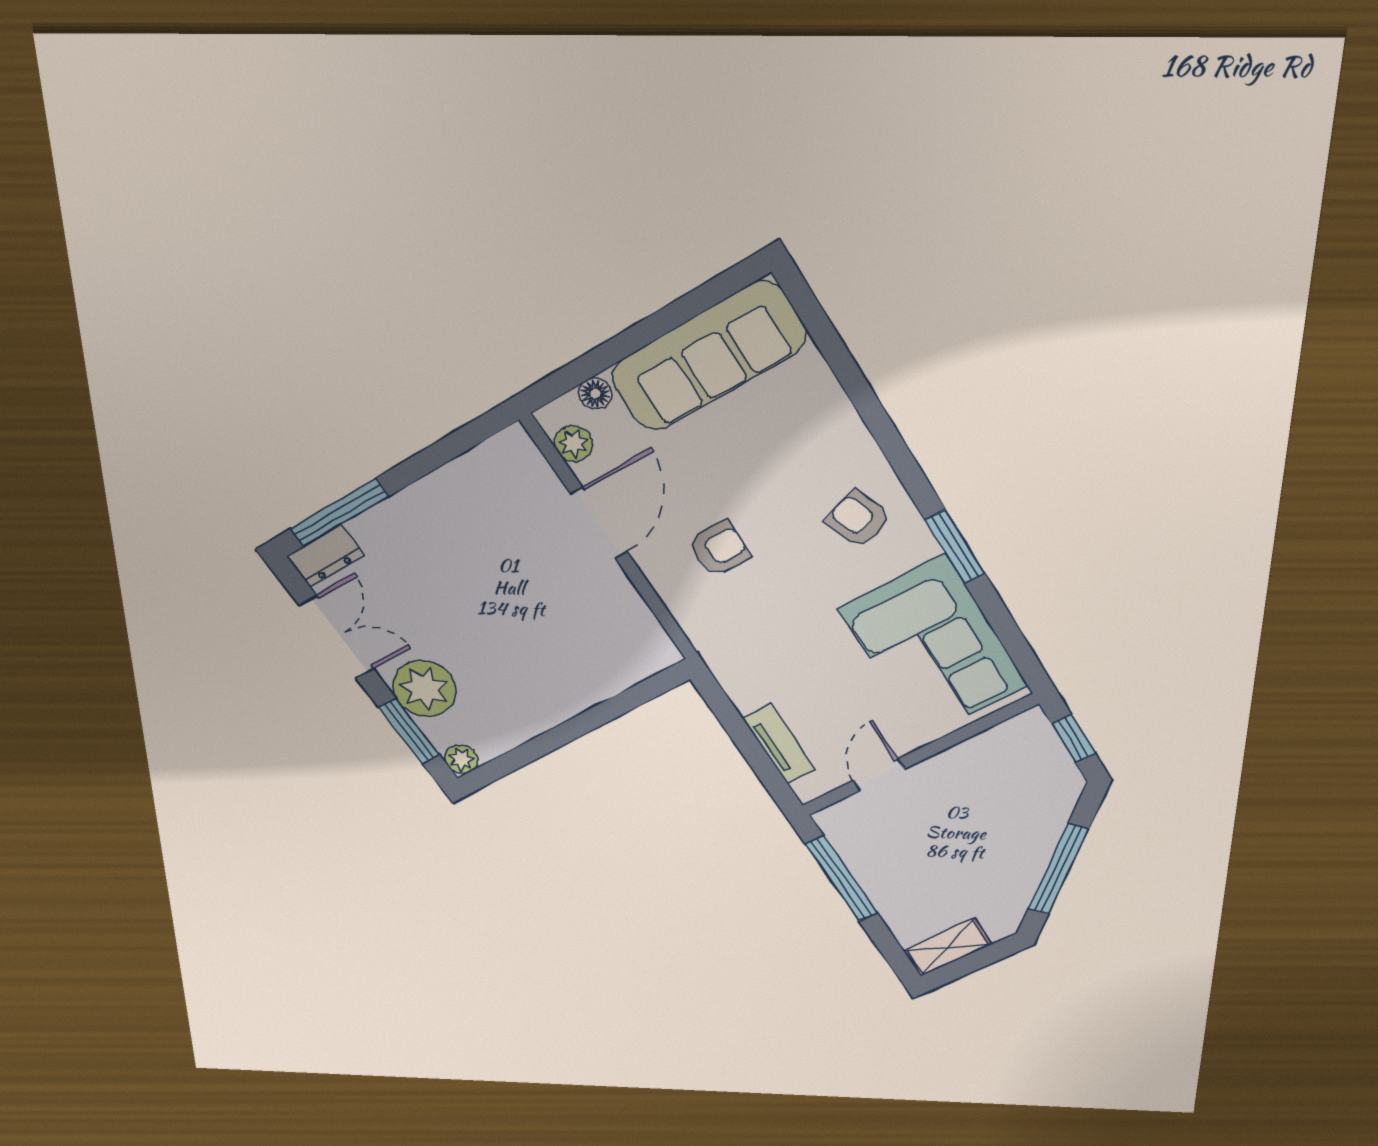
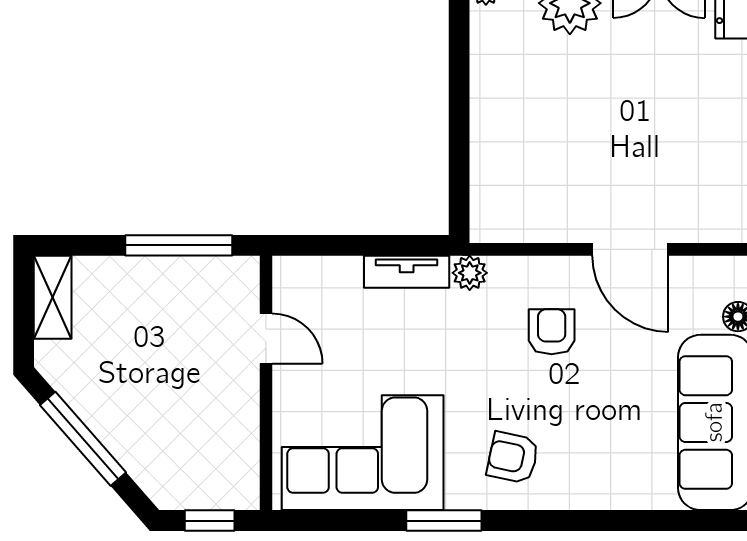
plant: (574, 444) -> (470, 273), moved
armchair: (858, 519) -> (513, 458), turned -148
armchair: (719, 549) -> (552, 332), turned 180
tv unit: (779, 744) -> (407, 272), moved

